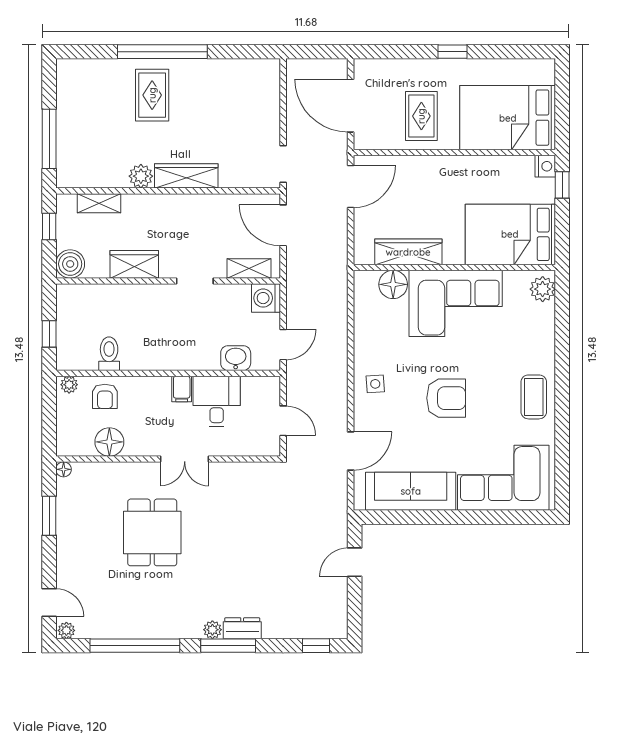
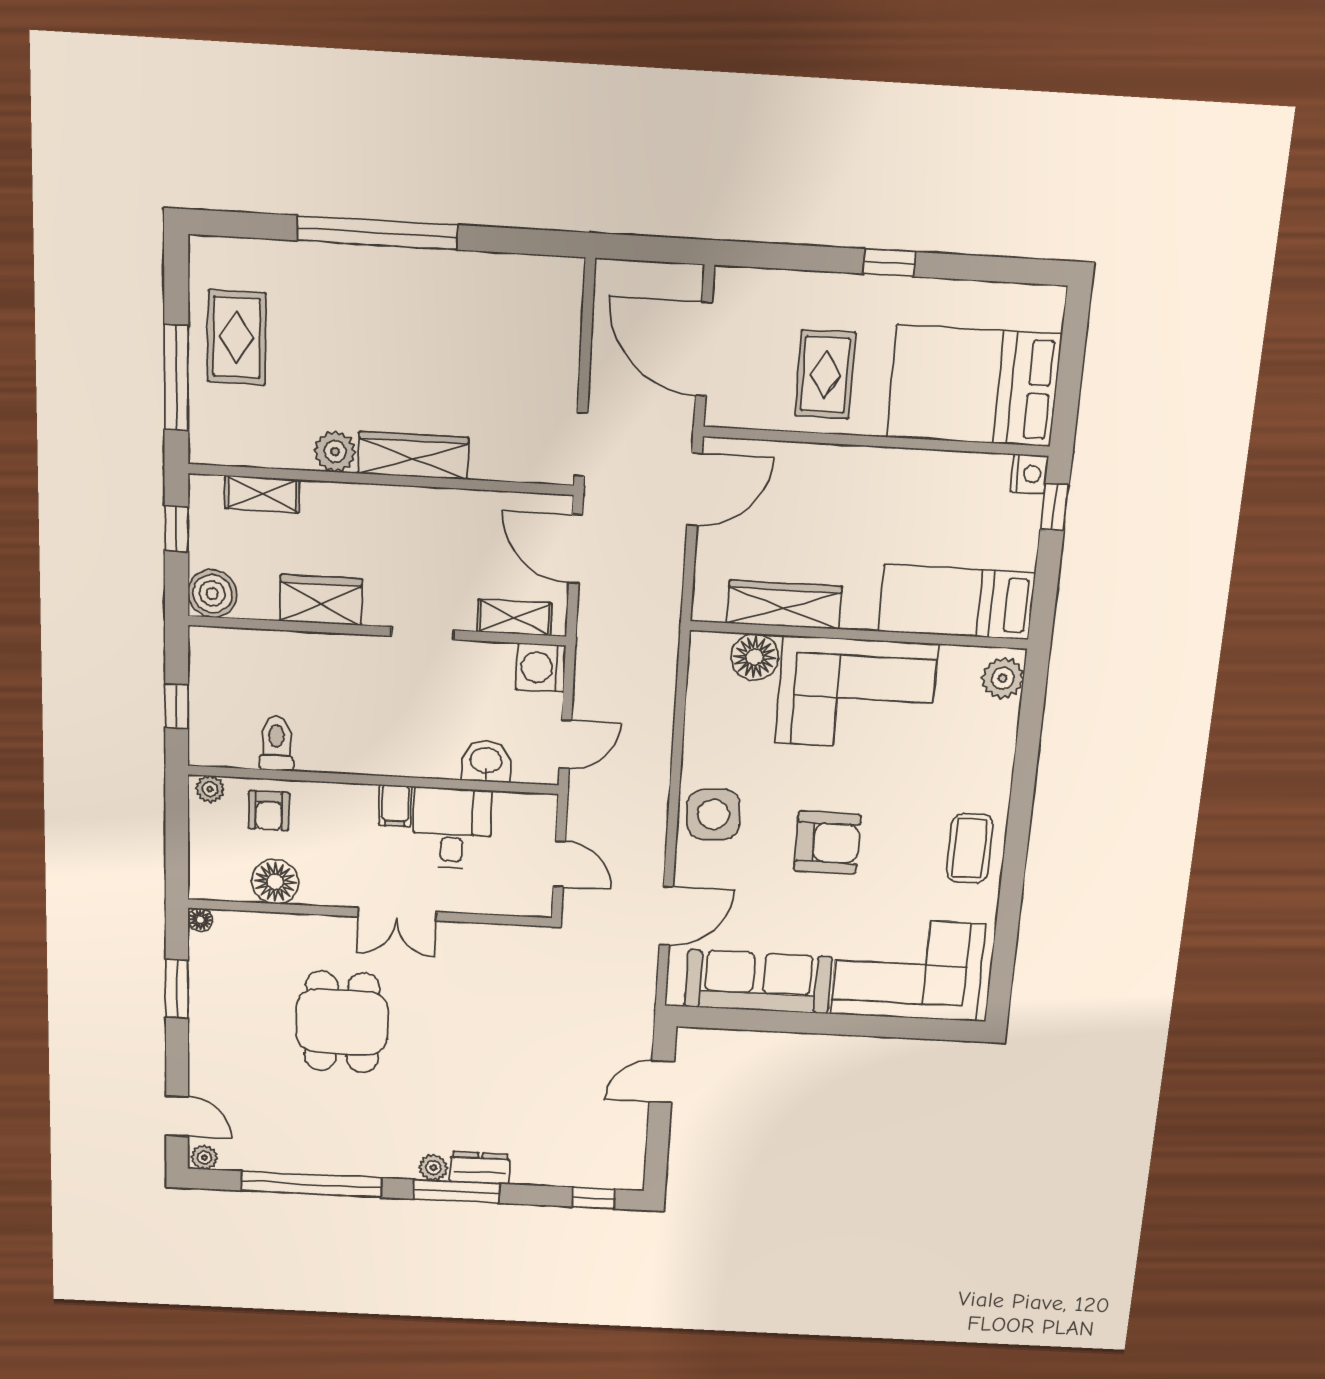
rug: (152, 95) -> (237, 337), moved
bed: (510, 234) -> (957, 602), width x0.67
side table: (375, 384) -> (713, 814), width x1.87, depth x1.87

